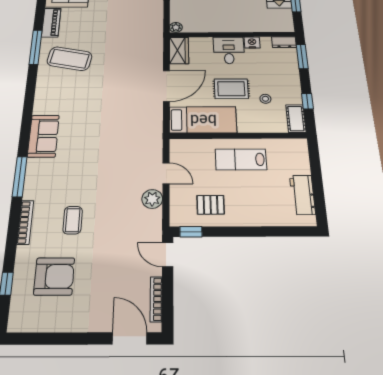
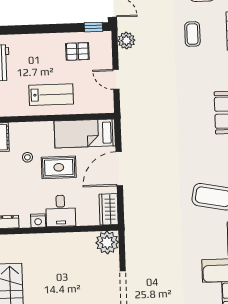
plant: (176, 27) -> (107, 242), width x1.87, depth x1.87
plant: (152, 199) -> (126, 40), moved

